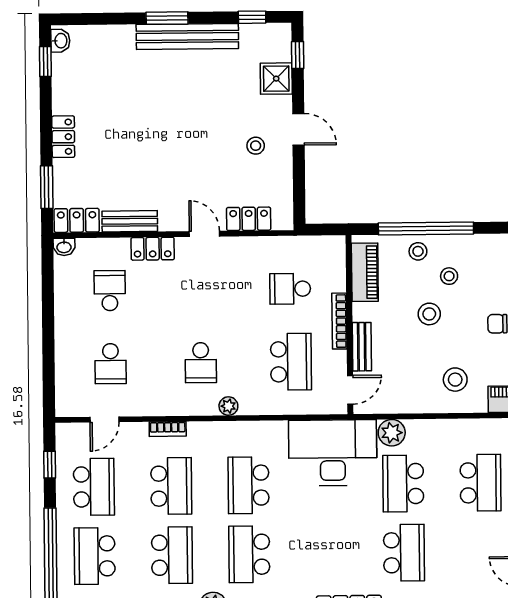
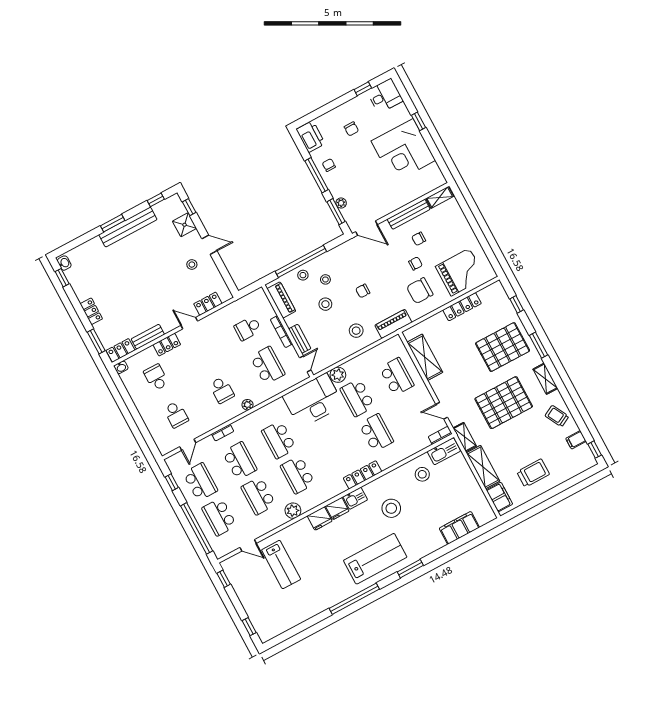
school desk: (172, 555) -> (258, 496), turned 180

